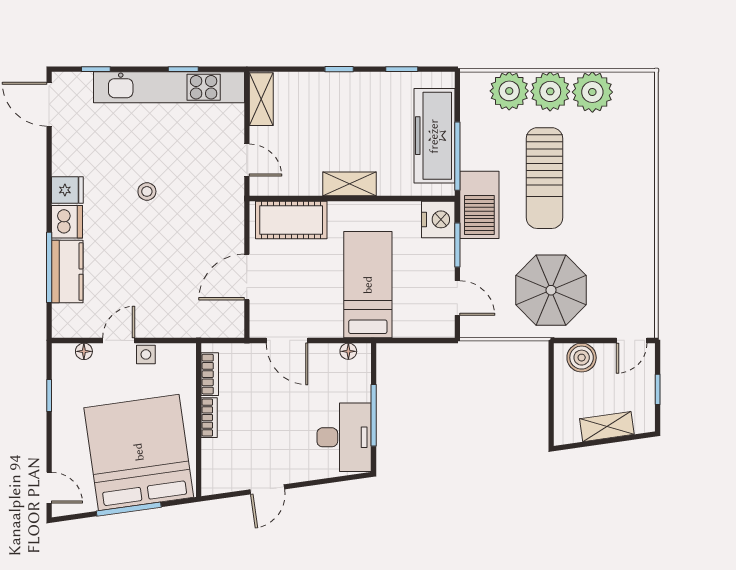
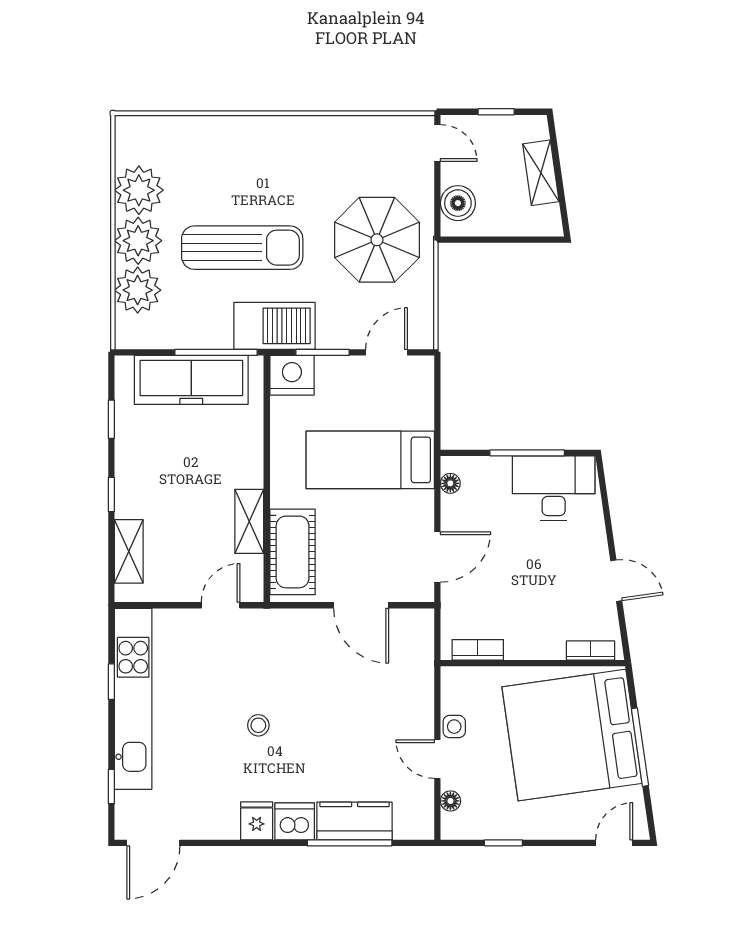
shelving: (261, 99) -> (129, 551), moved, turned 90
shelving: (349, 184) -> (249, 521), moved
bookcase: (209, 418) -> (591, 650), moved

